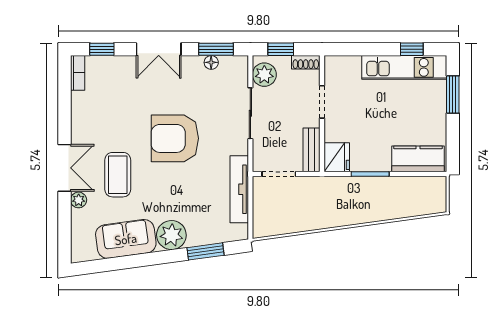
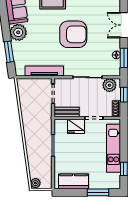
kitchen unit: (404, 67) -> (114, 148), moved
armchair: (175, 138) -> (73, 34), turned 90
fridge: (337, 157) -> (76, 126), moved
kitchen counter: (418, 159) -> (74, 181), moved, turned -90
plant: (437, 205) -> (35, 183), added

